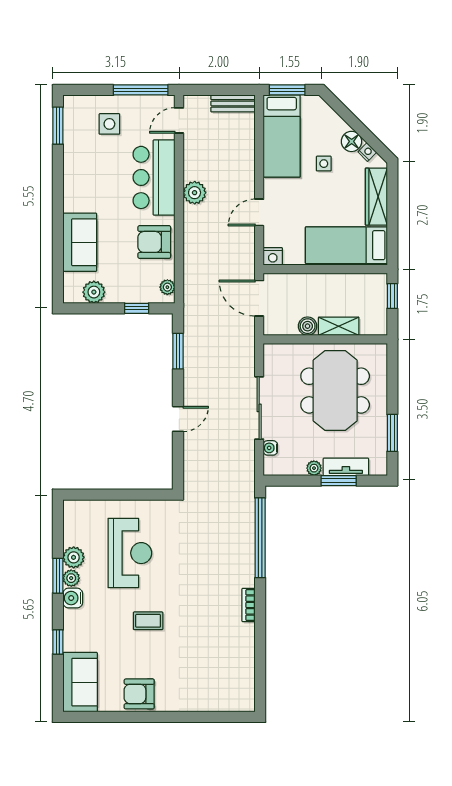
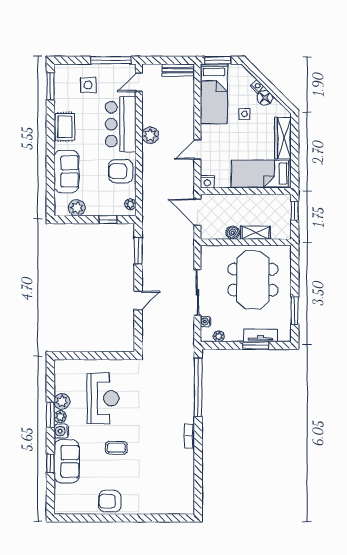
nightstand: (367, 152) -> (257, 86), moved
rug: (78, 181) -> (65, 127), added
plant: (314, 468) -> (219, 336), moved
sofa: (80, 682) -> (67, 461), moved

